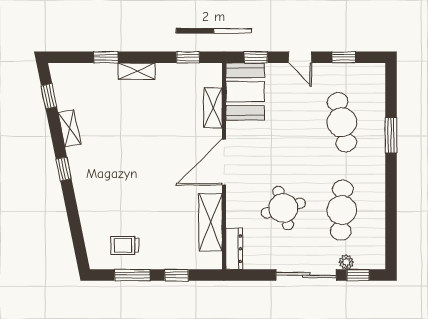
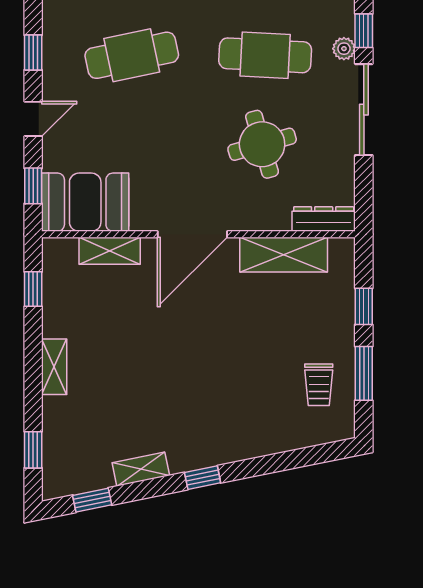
window: (106, 57) -> (33, 450), moved
door: (224, 162) -> (192, 234), hinge flipped

